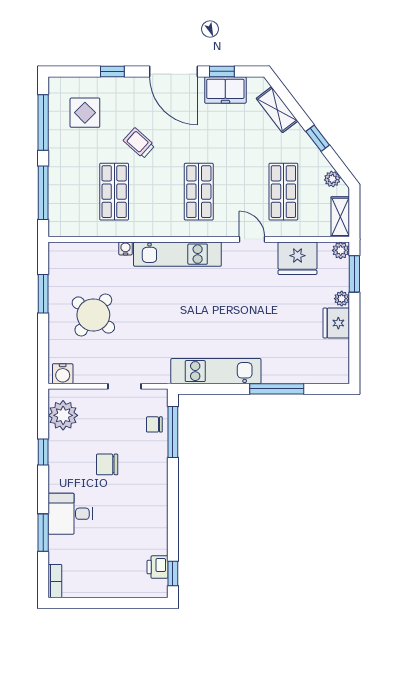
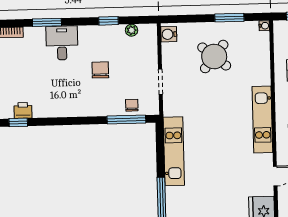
water cooler: (125, 248) -> (264, 26), moved
plant: (63, 415) -> (132, 30), width x0.53, depth x0.53

